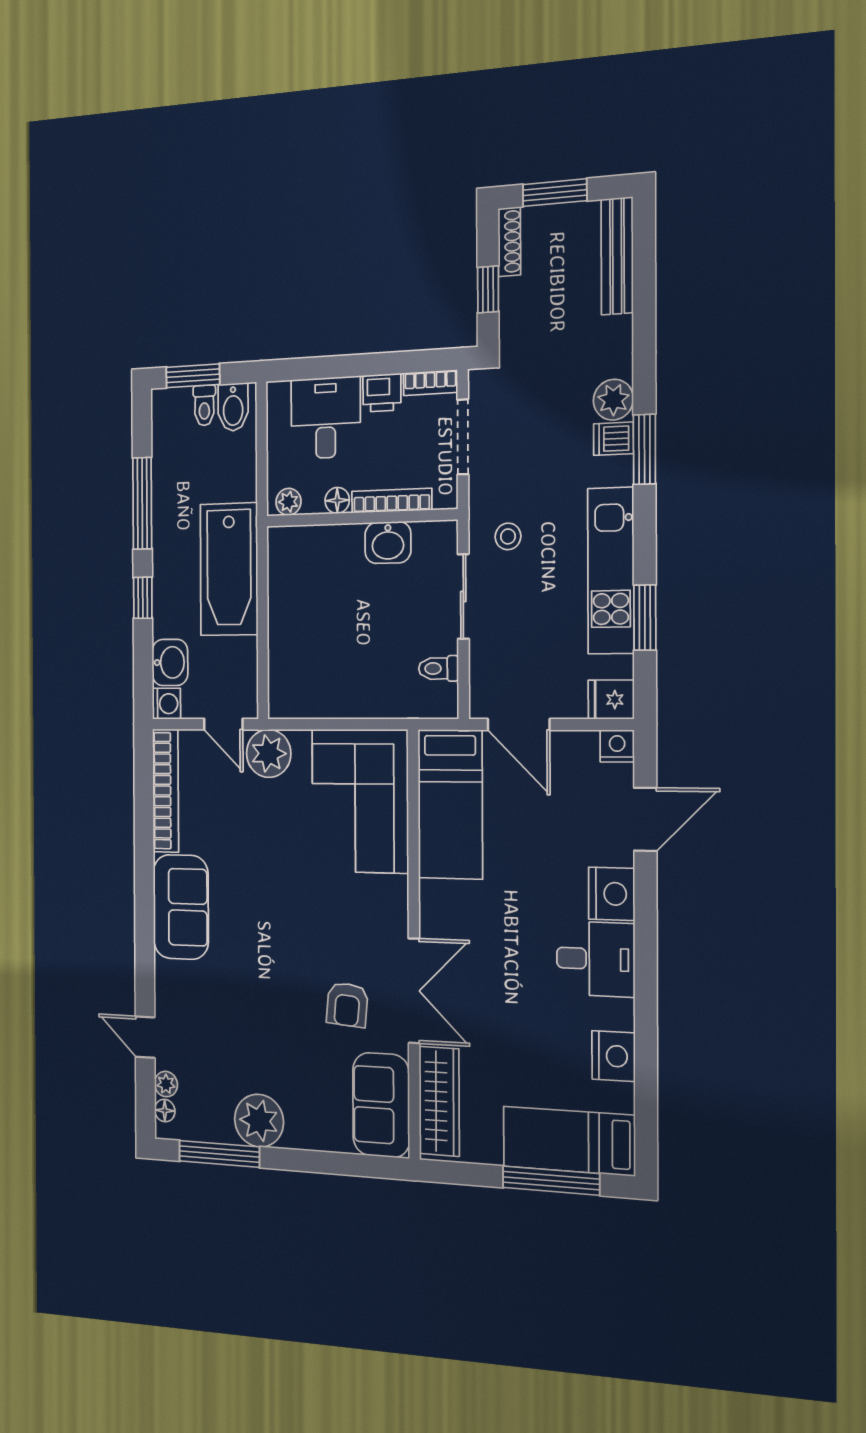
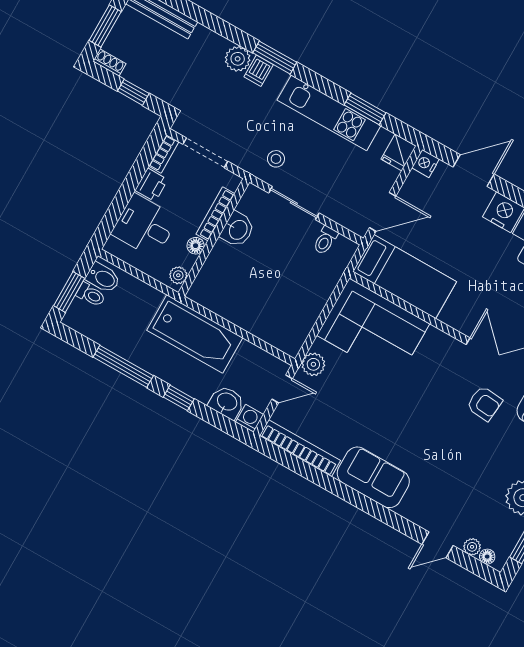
shoe rack: (509, 242) -> (109, 63), width x0.70
plant: (269, 753) -> (313, 364), width x0.73, depth x0.73
door: (645, 819) -> (474, 171), hinge flipped

